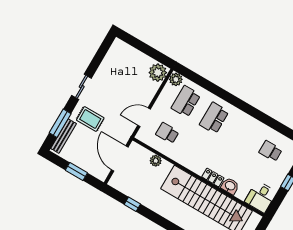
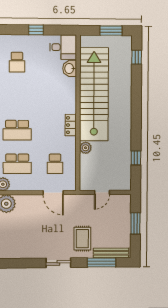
door: (120, 159) -> (102, 192), width x0.53
plant: (156, 161) -> (86, 148), moved
locker: (213, 177) -> (71, 125), moved
washbasin: (230, 186) -> (70, 69), moved

